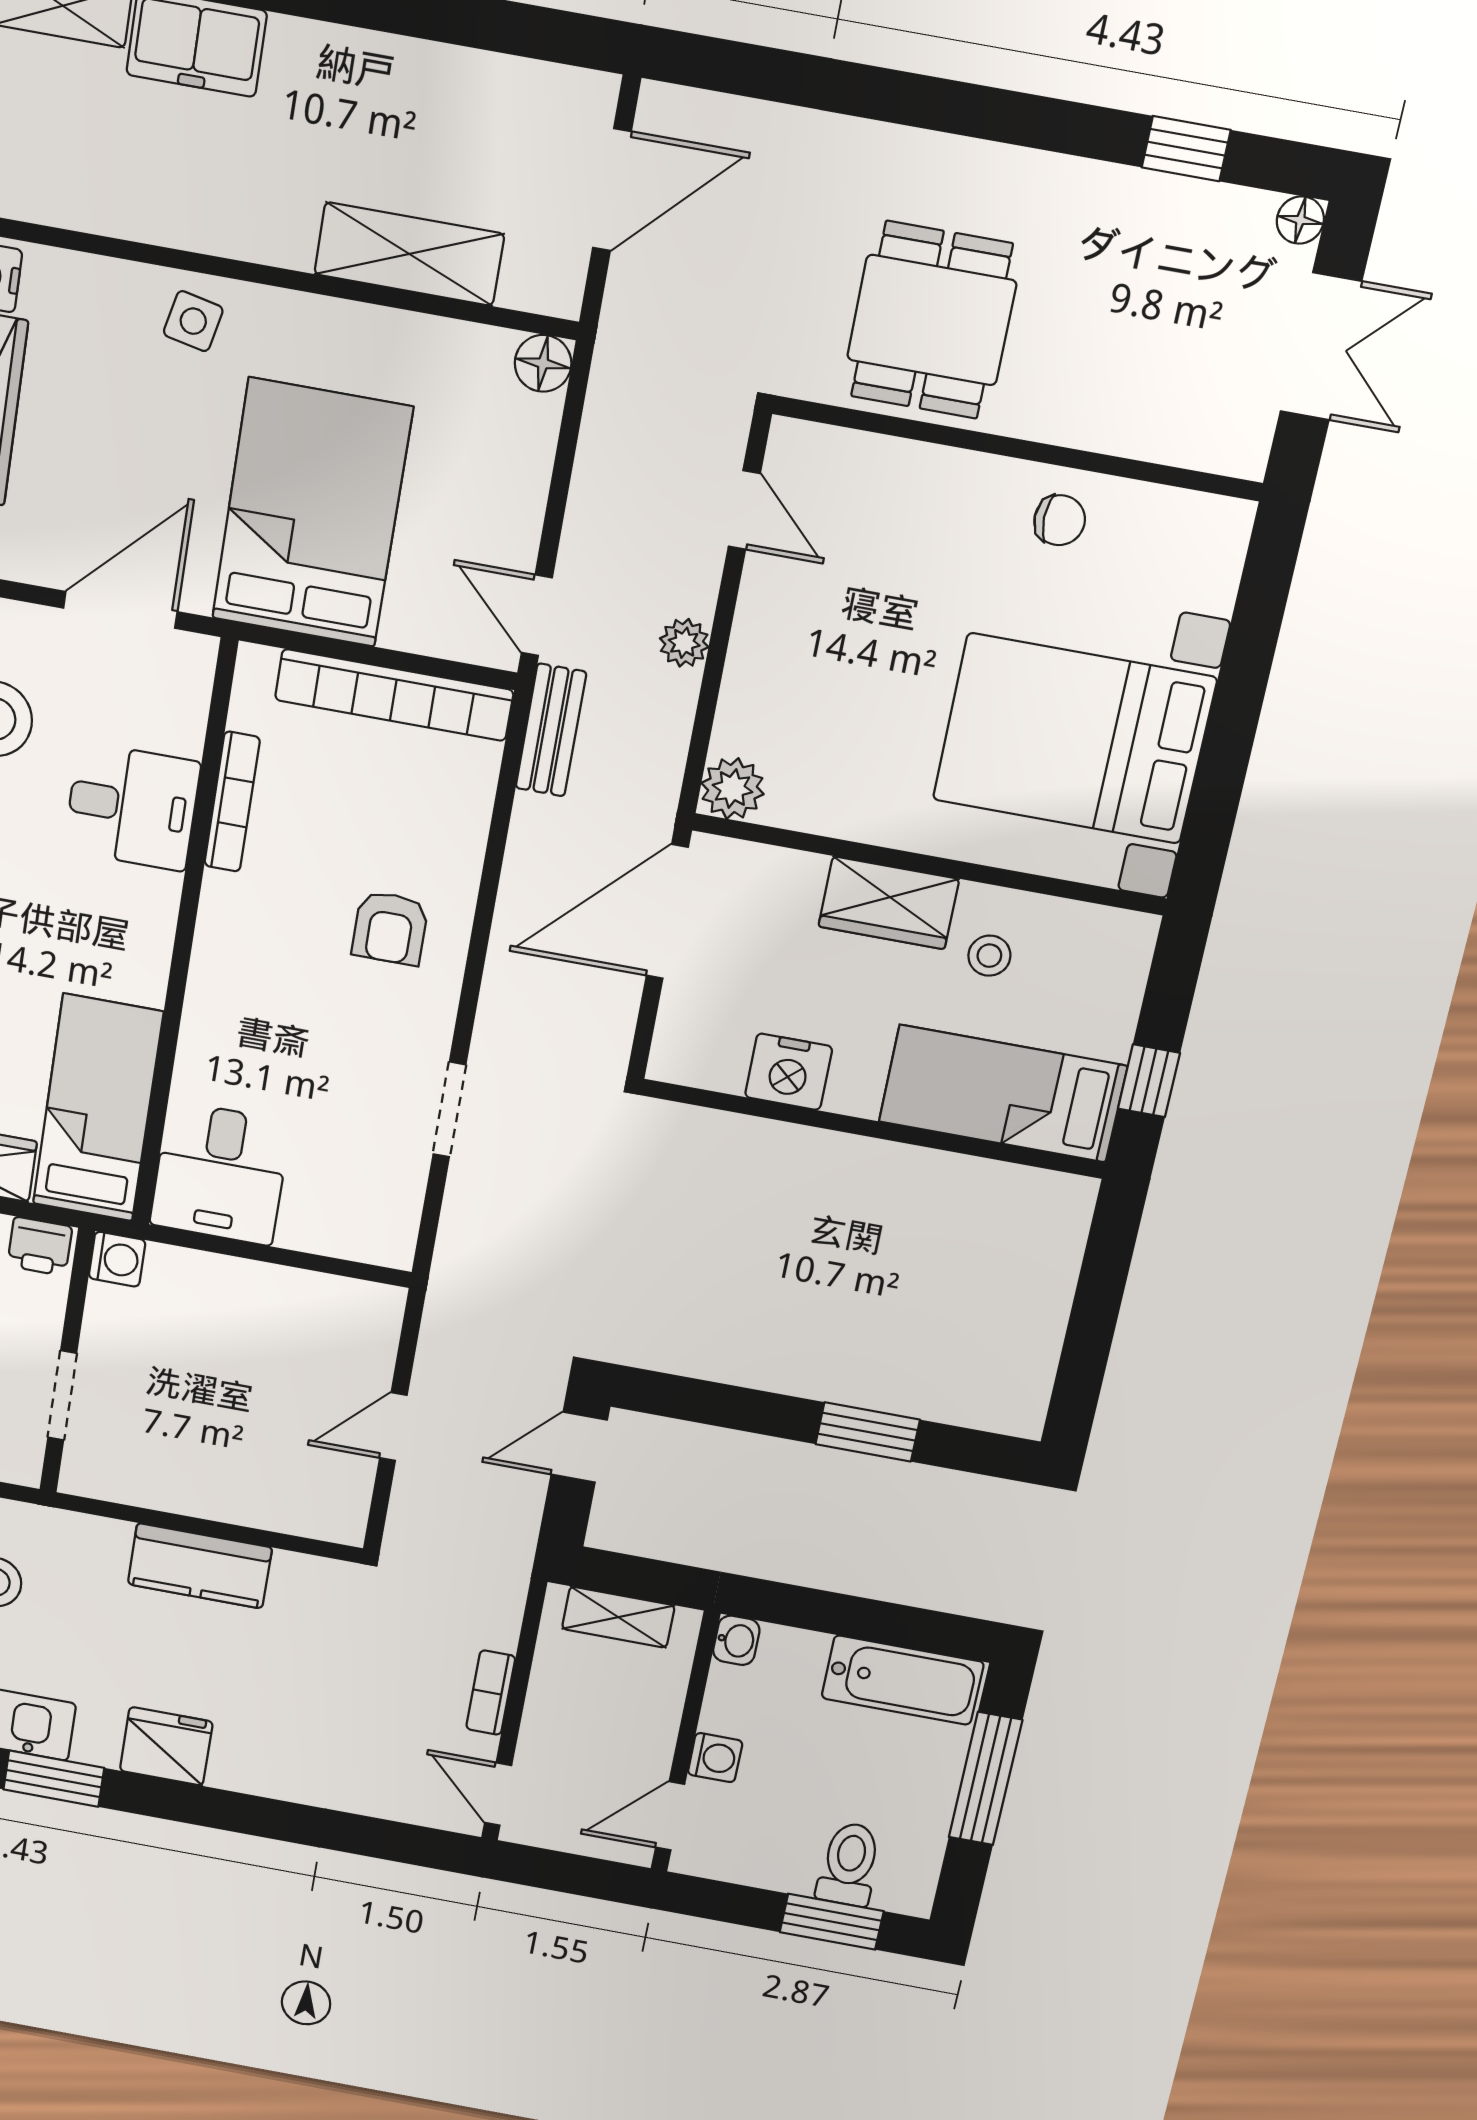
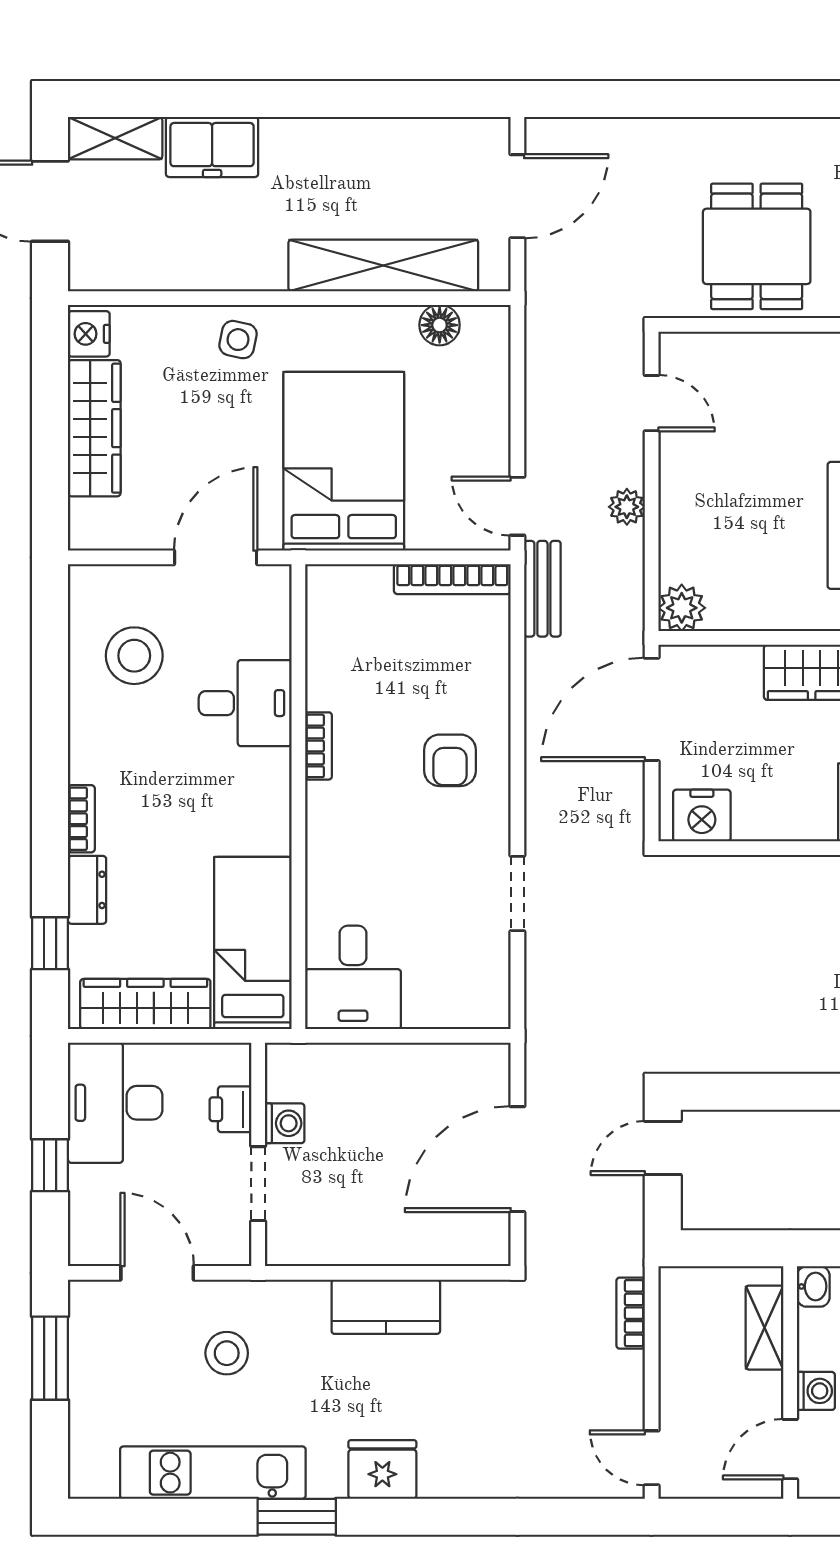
shelving: (409, 254) -> (383, 265), width x1.47
floor lamp: (543, 363) -> (440, 325), moved
bookcase: (394, 695) -> (452, 579), width x0.68, depth x0.76
bookcase: (232, 802) -> (318, 746), moved, width x0.64
nightstand: (789, 1072) -> (702, 816), moved
printer: (40, 1246) -> (230, 1109), moved, turned 90
washing machine: (117, 1259) -> (285, 1123), moved
door: (393, 1427) -> (517, 1159), width x1.87
shelving: (618, 1617) -> (765, 1328), moved, turned 90
bookcase: (491, 1693) -> (631, 1313), moved

